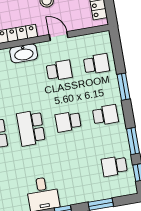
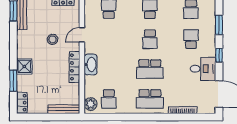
school desk: (59, 70) -> (191, 39), moved

